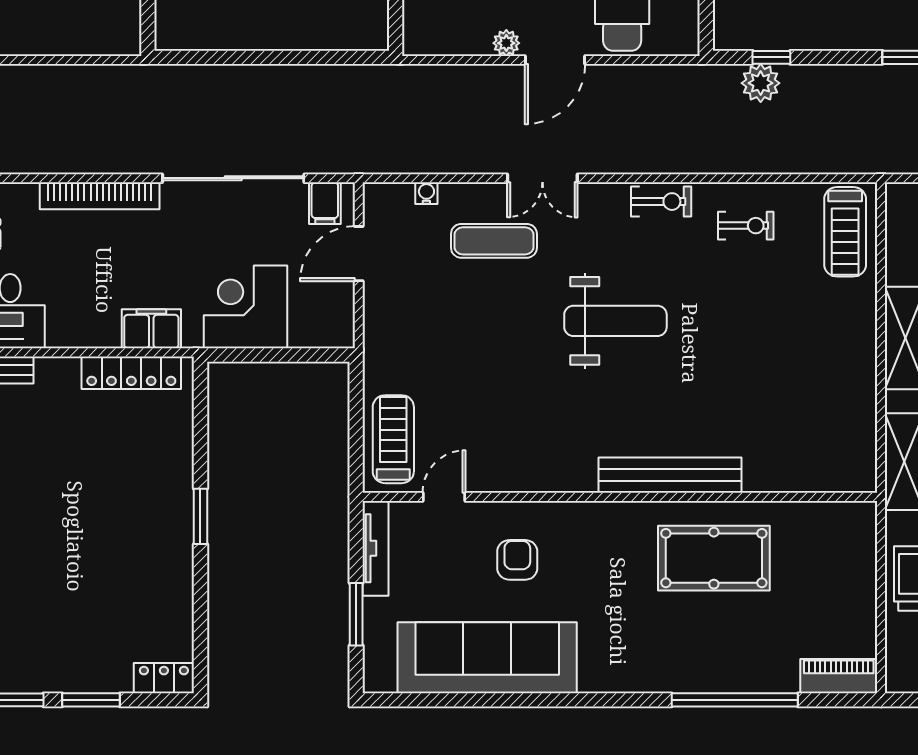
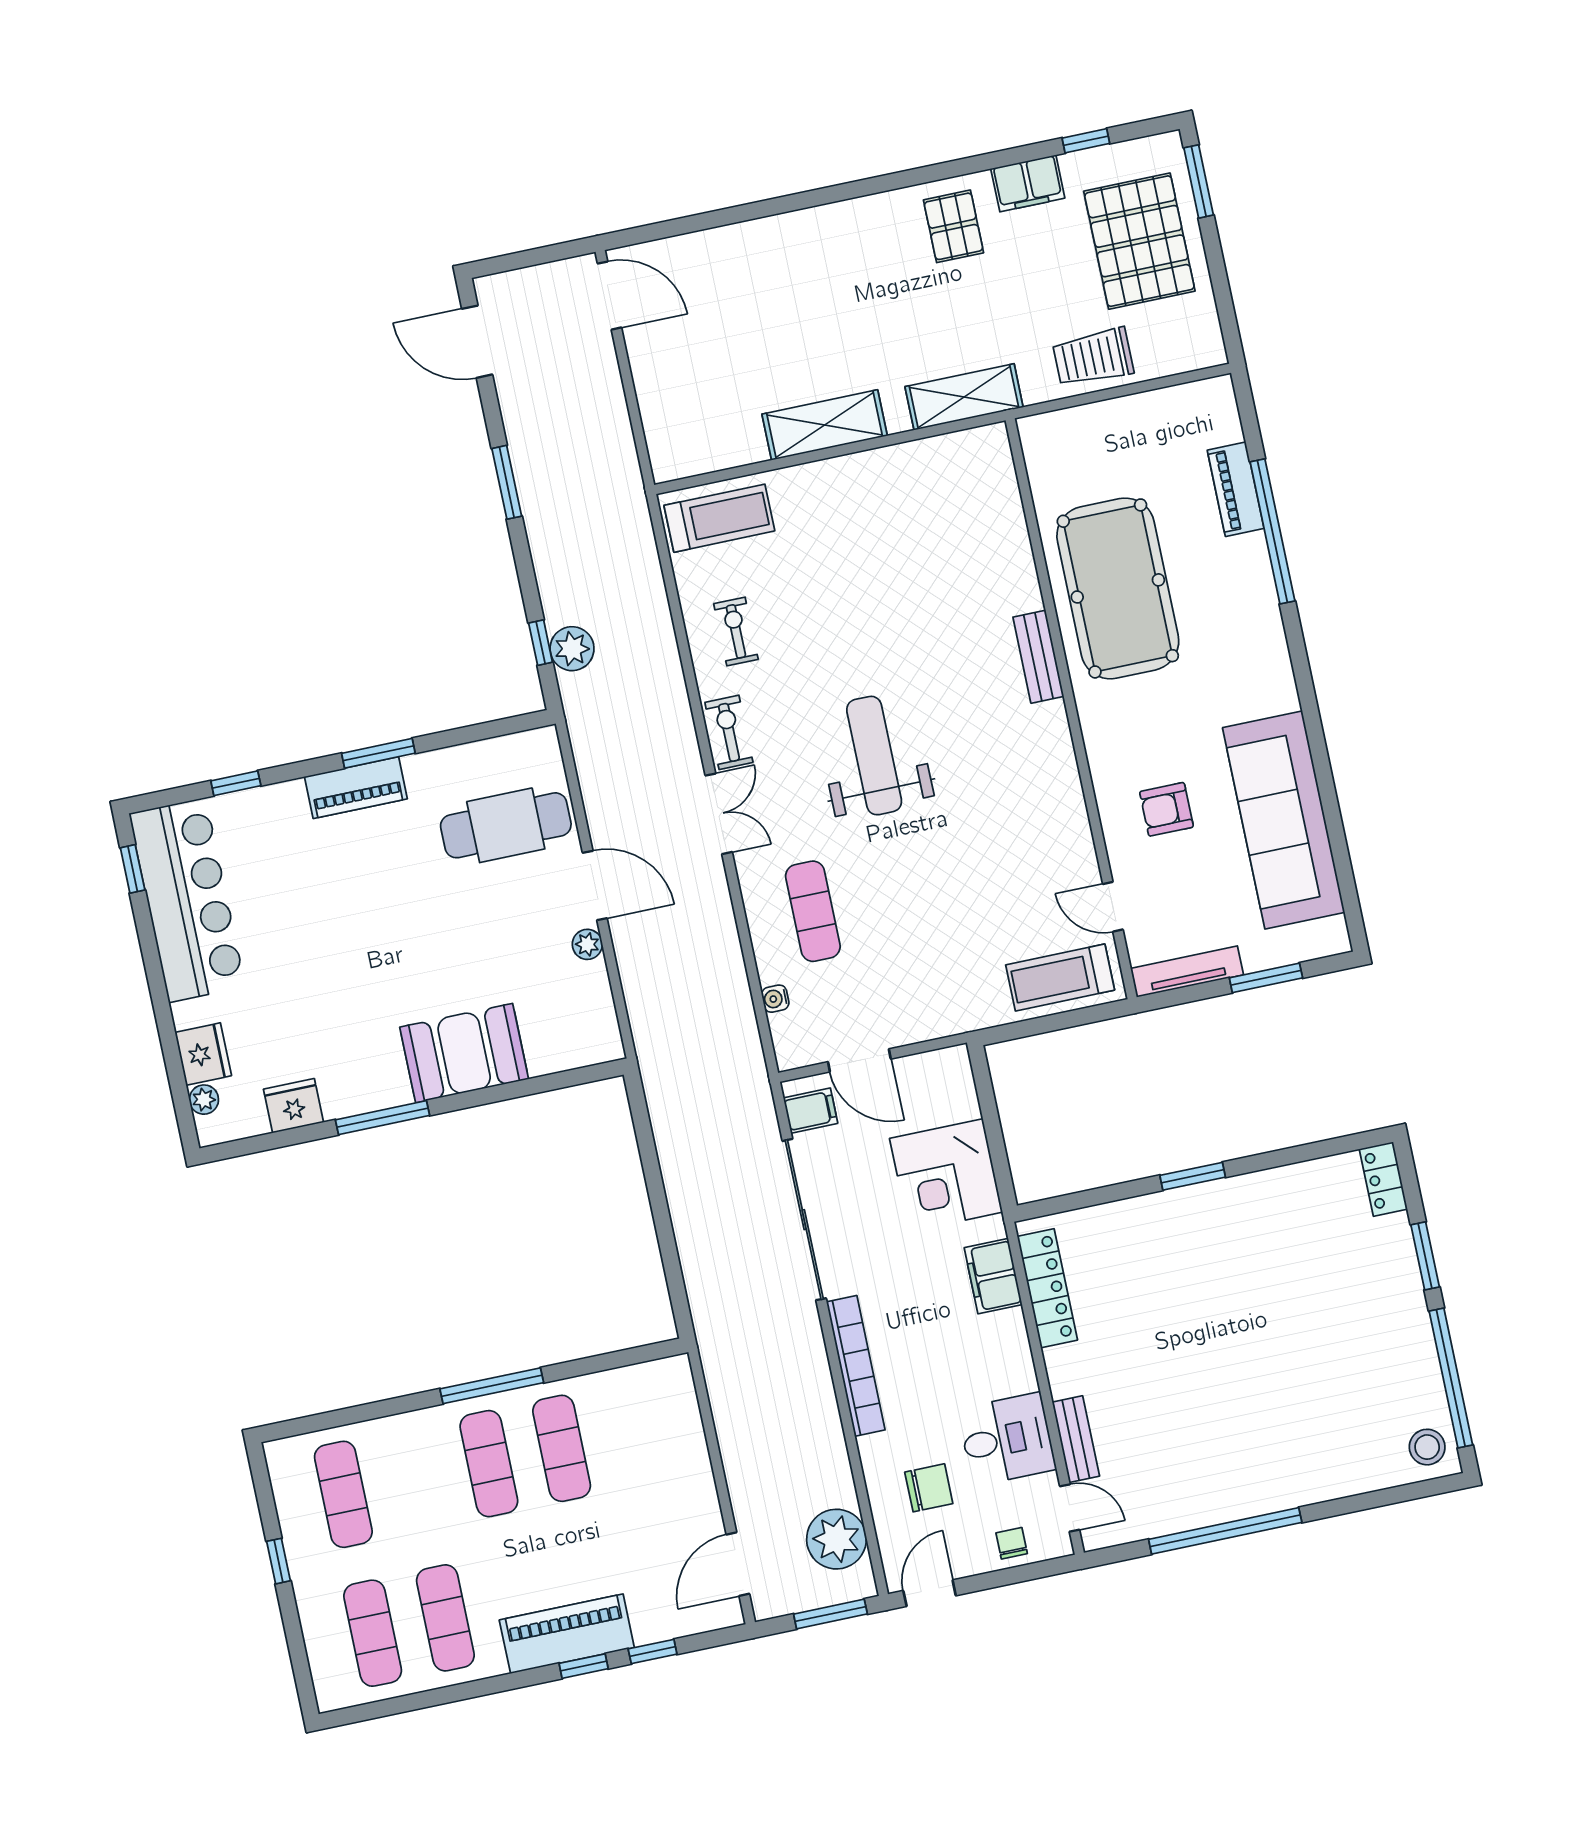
double door: (542, 178) -> (719, 814), moved
bench: (670, 475) -> (1038, 657), width x0.54, depth x0.82
pool table: (714, 558) -> (1118, 588), width x1.36, depth x1.32
piano: (839, 676) -> (1236, 489), moved

